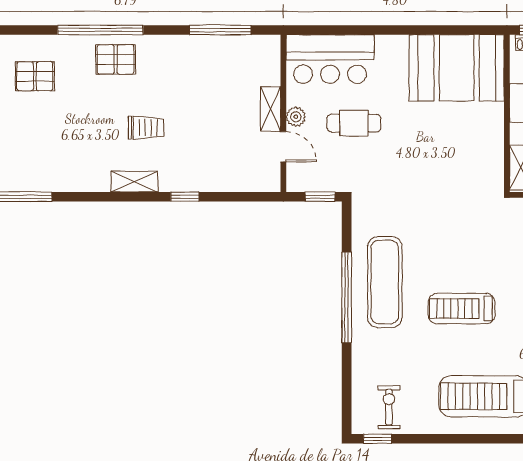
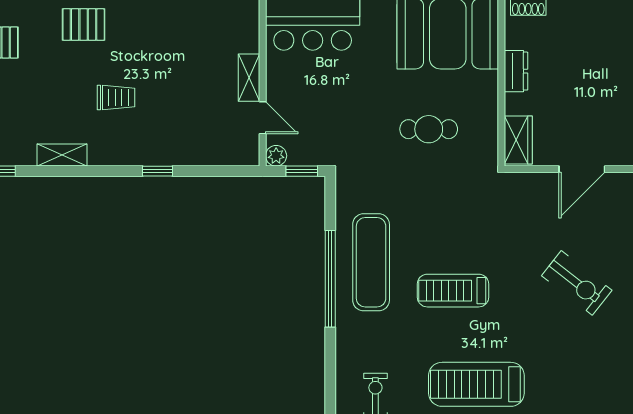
plant: (296, 117) -> (276, 156), moved
cafe table: (354, 123) -> (429, 129), moved
shelving: (134, 182) -> (62, 155), moved

